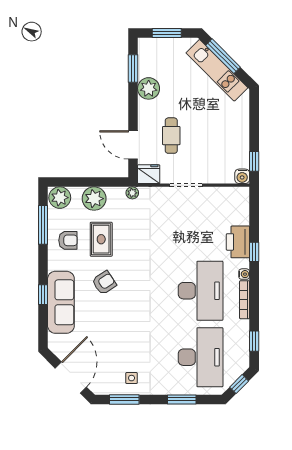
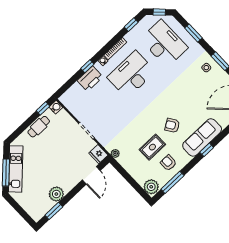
window: (167, 33) -> (21, 211), removed
cafe table: (171, 136) -> (39, 127), moved
plant: (94, 199) -> (136, 170), removed
desk: (201, 357) -> (164, 43), turned 90

